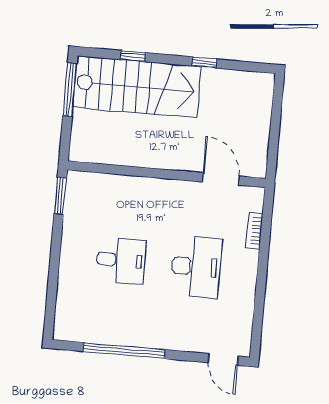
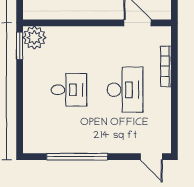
plant: (81, 186) -> (34, 38), added
bookcase: (254, 231) -> (166, 66), width x1.56

